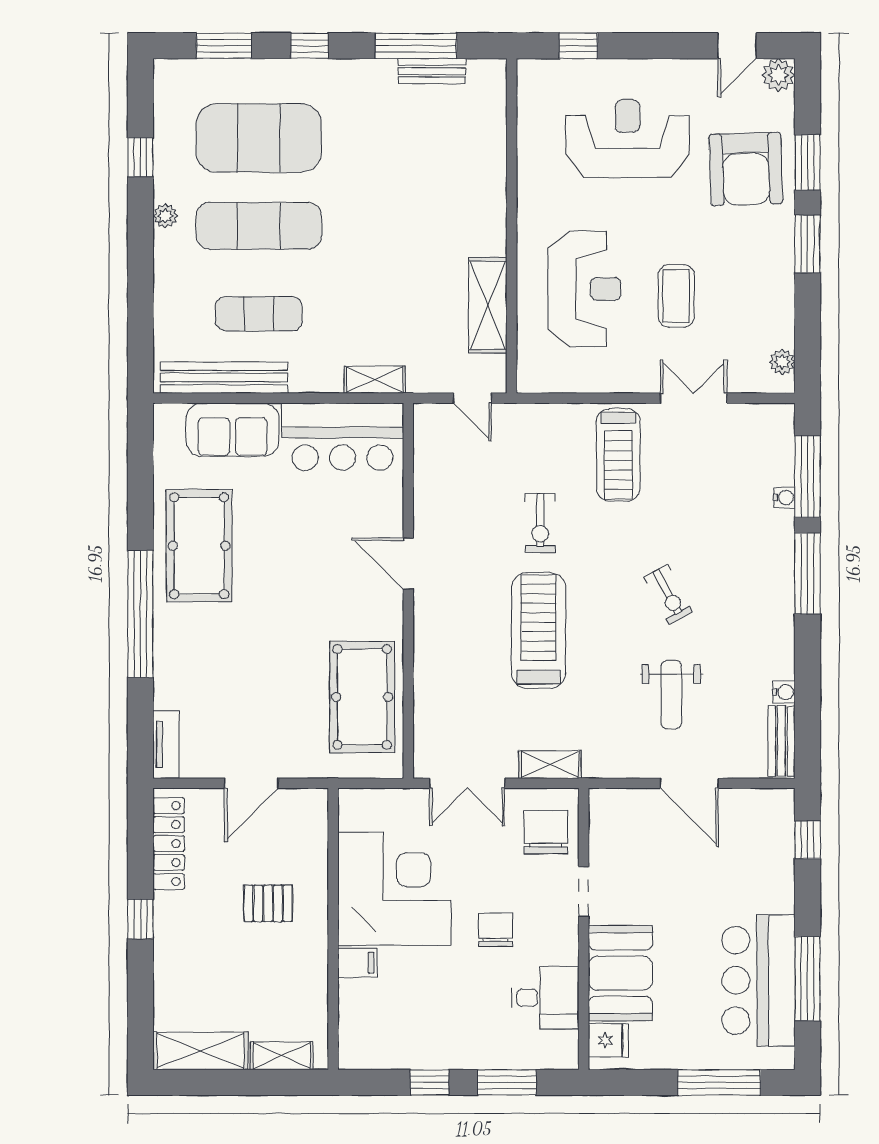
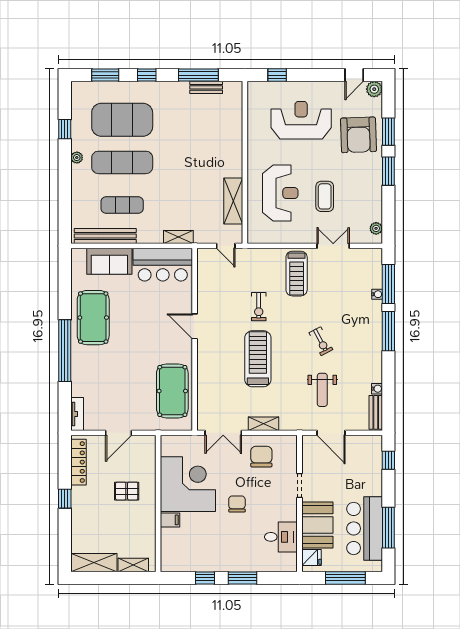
doorway: (584, 892) -> (299, 485), moved
wall: (584, 929) -> (299, 503), moved
booth: (620, 973) -> (317, 525), moved
desk: (545, 998) -> (281, 537), moved
fridge: (608, 1040) -> (311, 558), moved

